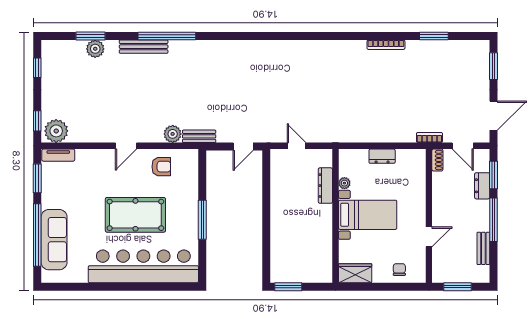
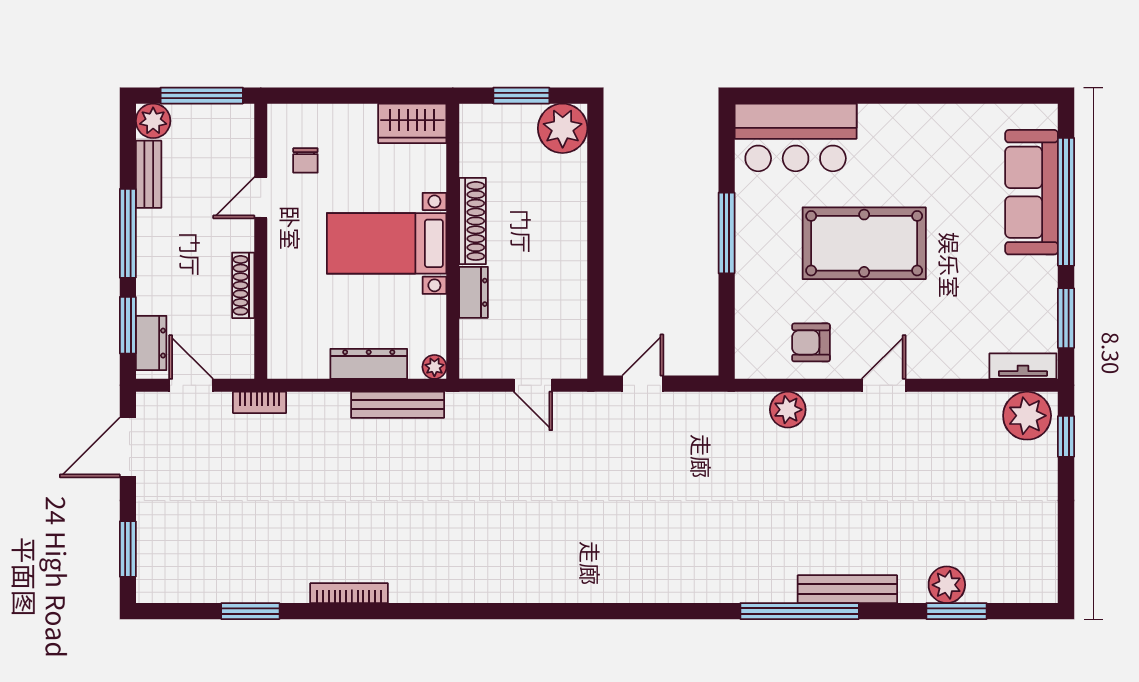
window: (37, 68) -> (1066, 546), removed
bench: (199, 136) -> (398, 405), moved, width x1.36
dresser: (382, 156) -> (369, 364), width x1.44
shoe rack: (437, 160) -> (243, 285), moved, width x1.43
plant: (344, 183) -> (434, 367), moved
dresser: (325, 186) -> (474, 292), width x0.70
dresser: (482, 186) -> (151, 343), moved
shoe rack: (326, 226) -> (473, 221), added
bar counter: (143, 266) -> (796, 137), width x0.54
chair: (399, 270) -> (305, 160), moved
plant: (282, 271) -> (563, 128), added
plant: (481, 274) -> (153, 121), added
window: (288, 287) -> (521, 96), moved
window: (458, 287) -> (202, 96), width x1.44

